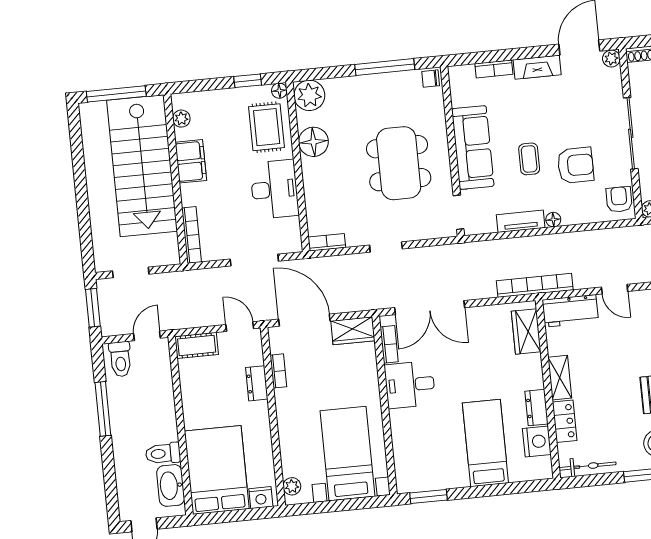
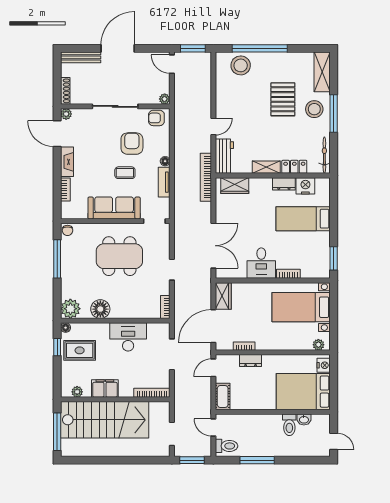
rug: (267, 127) -> (80, 350), moved
bookcase: (389, 344) -> (288, 274), moved
washbasin: (171, 485) -> (304, 419), width x0.52, depth x0.69

